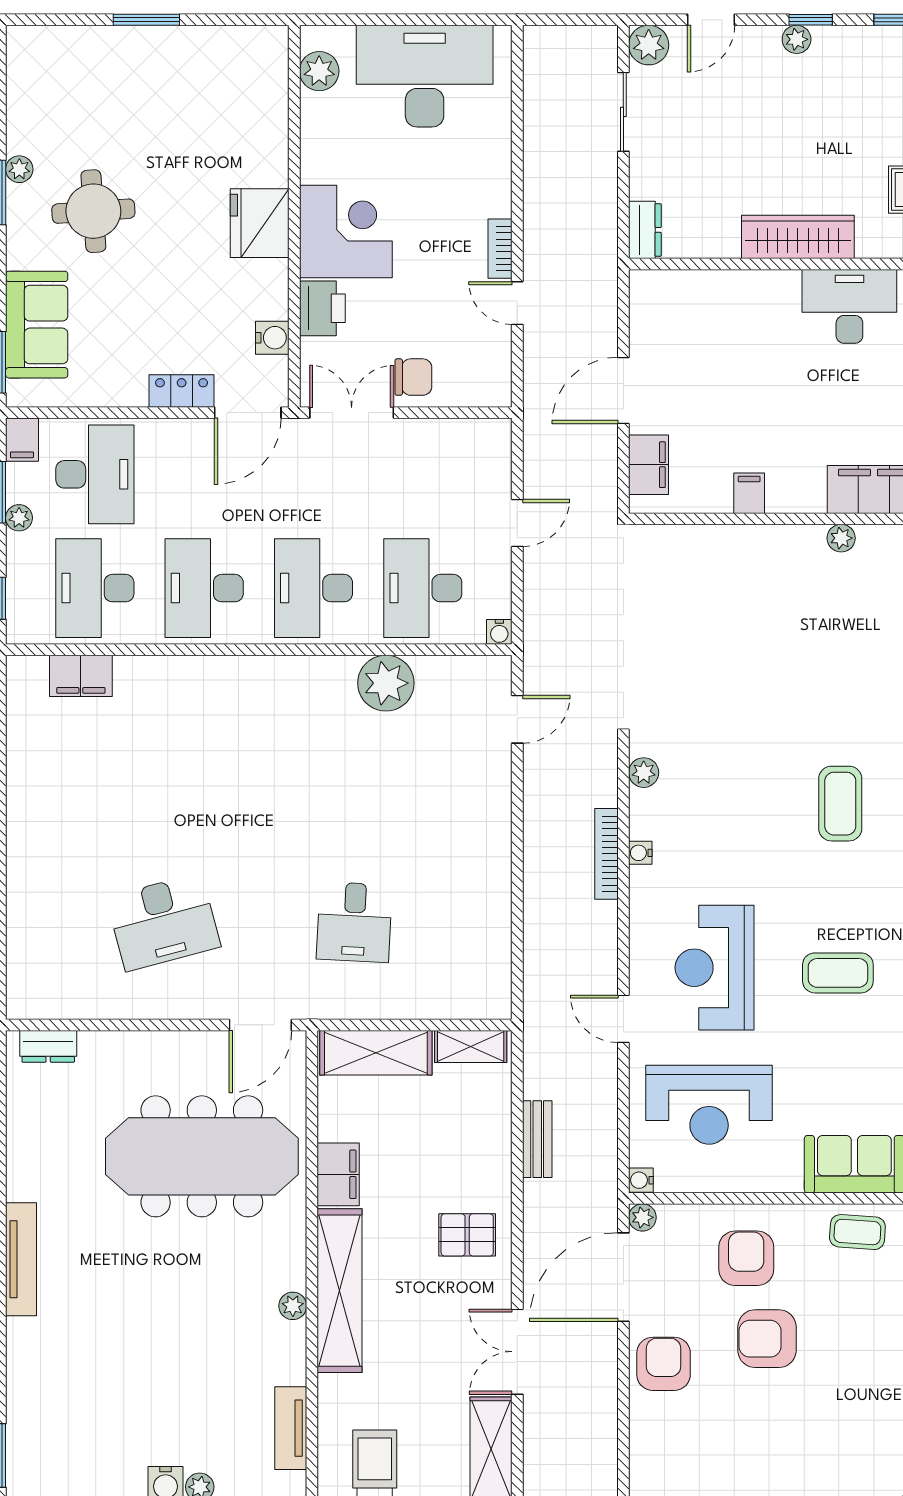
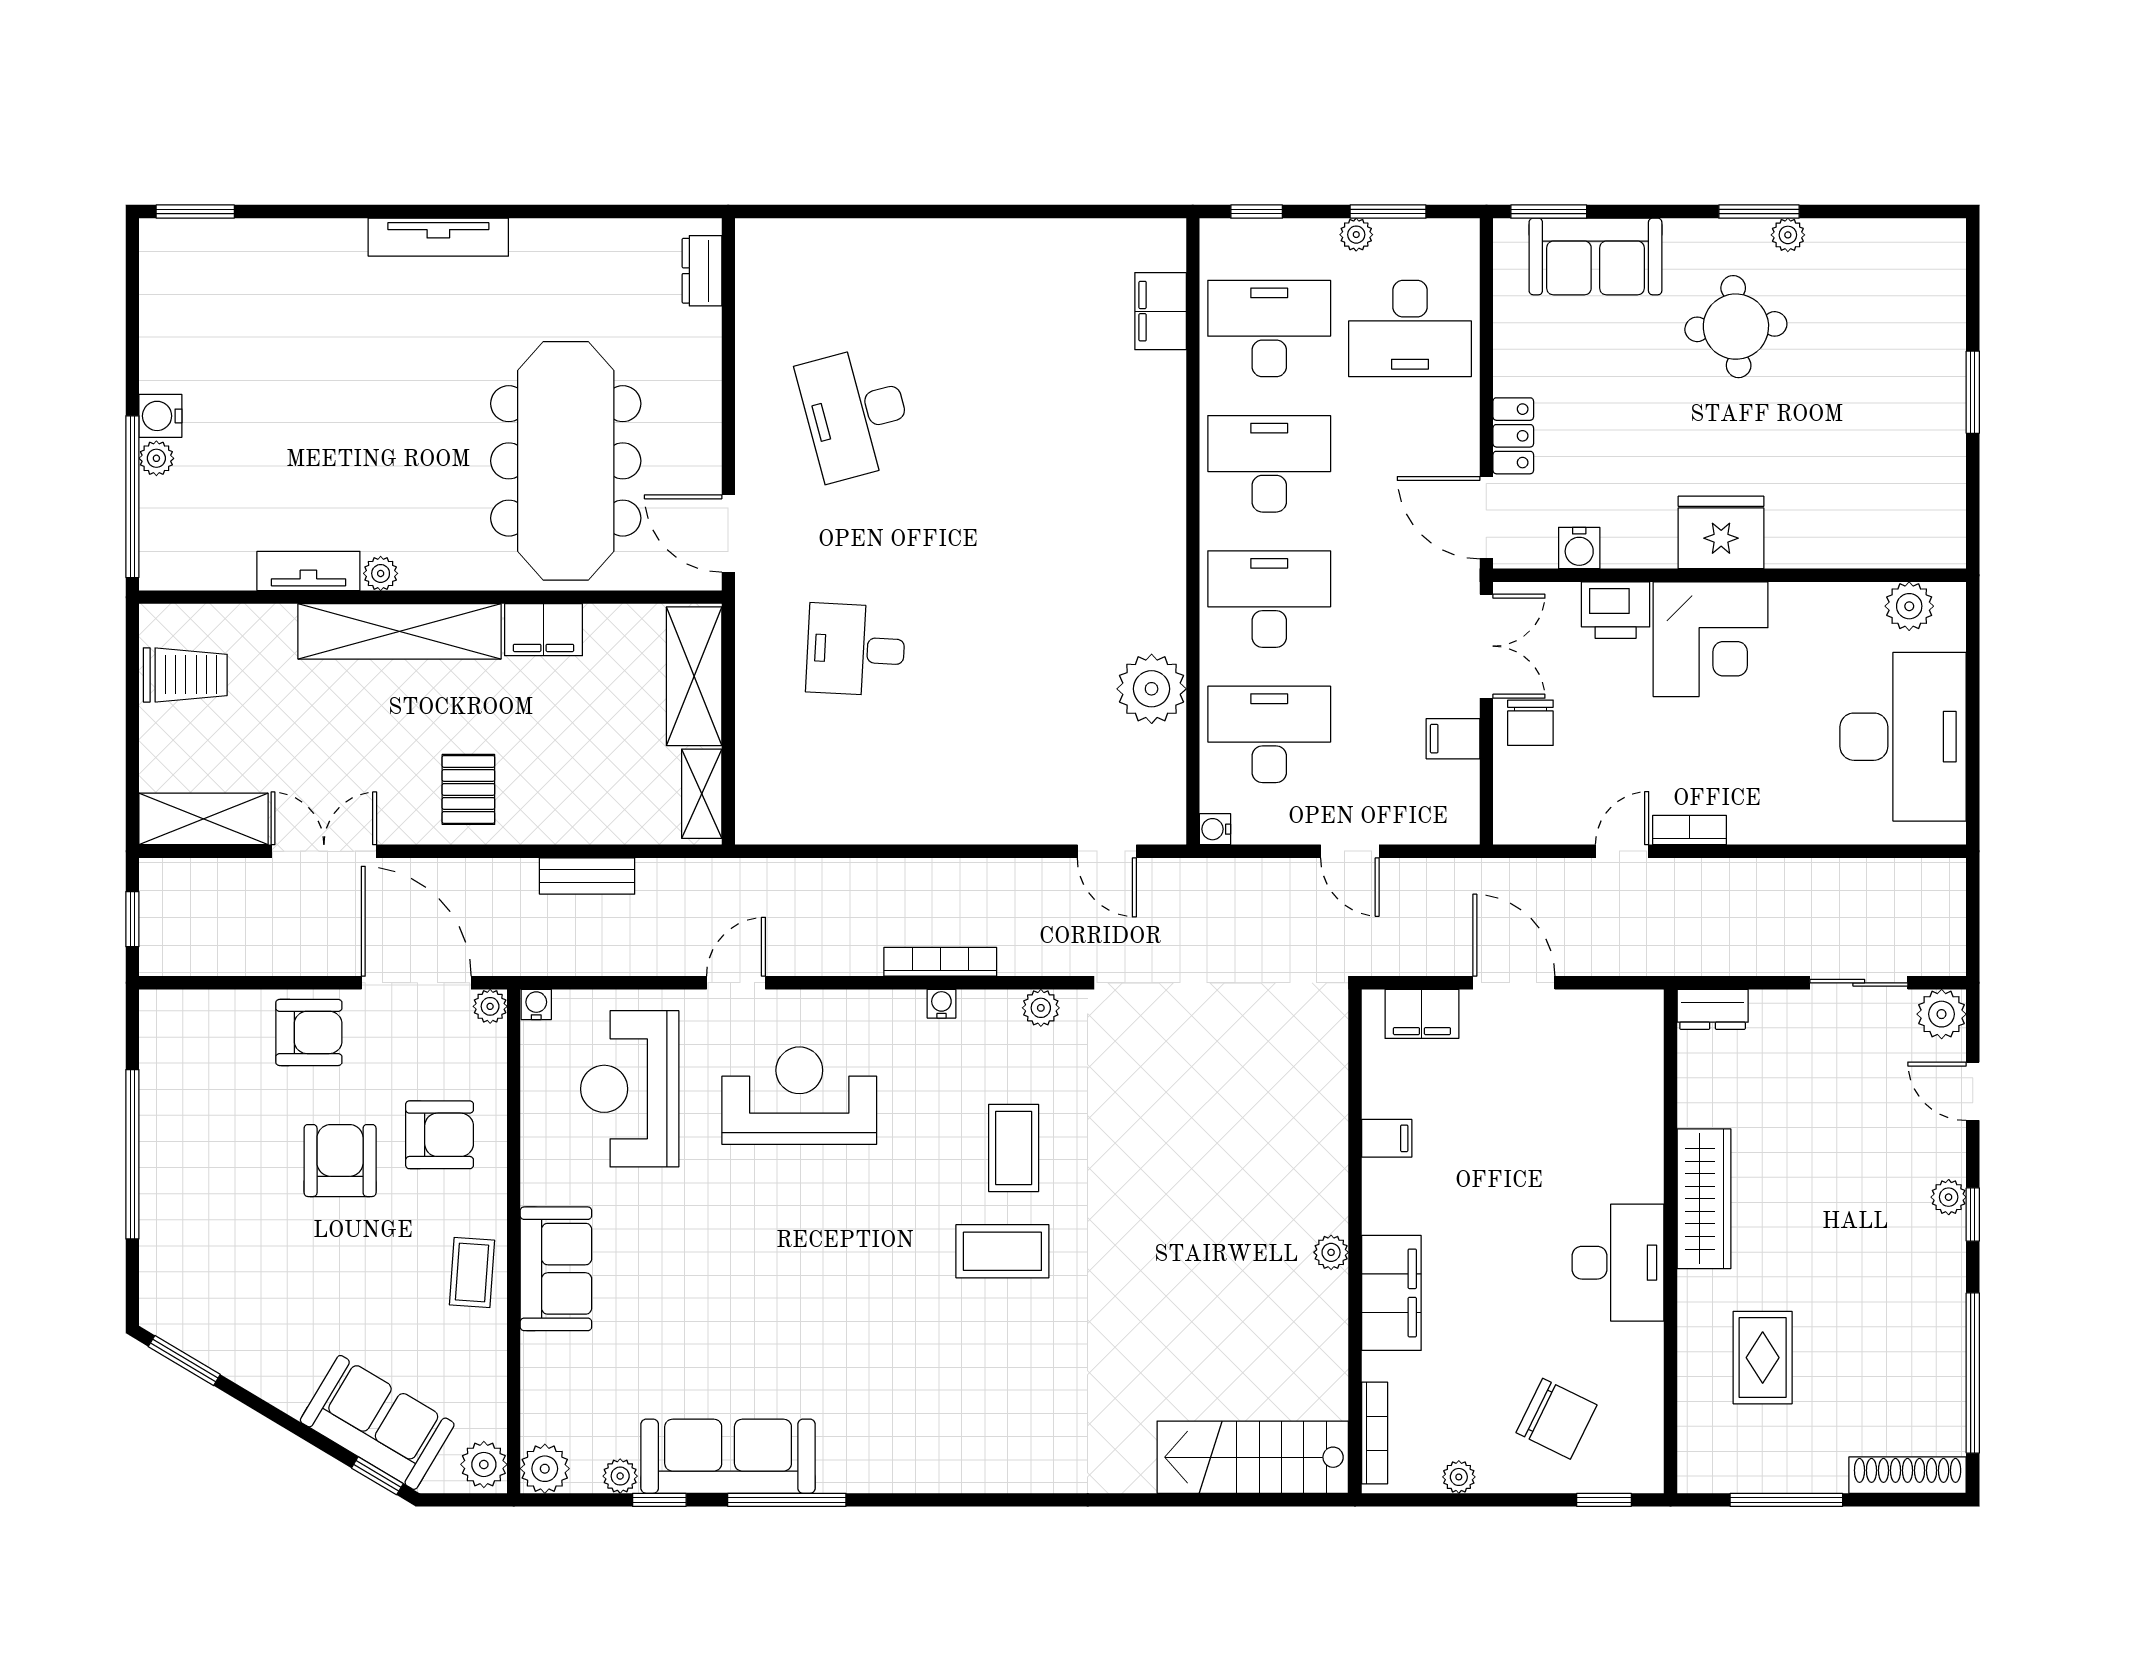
filing cabinet: (22, 440) -> (1453, 739), moved
coffee table: (838, 973) -> (1014, 1148), moved
tv unit: (291, 1428) -> (308, 571), moved

